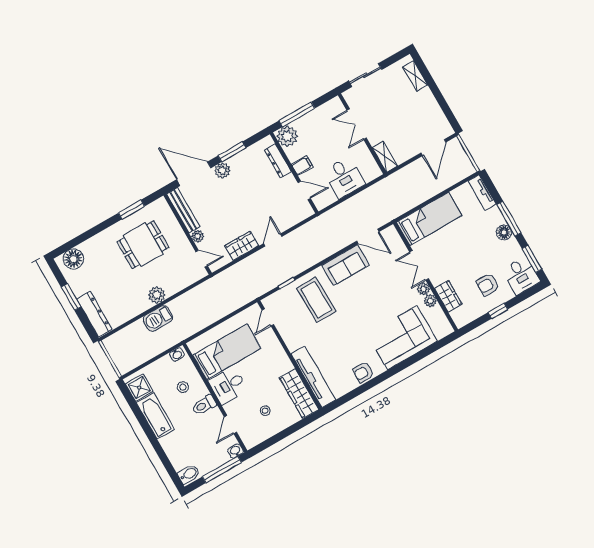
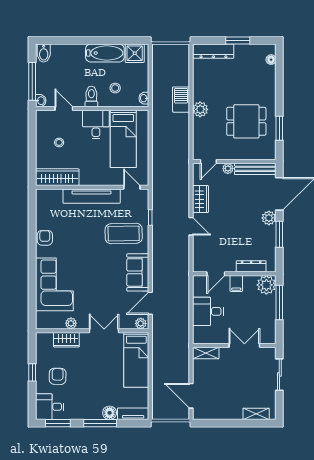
floor lamp: (504, 232) -> (110, 413), moved
dining table: (143, 245) -> (246, 121), turned 90
floor lamp: (73, 259) -> (271, 60), width x0.53, depth x0.53
plant: (424, 289) -> (141, 323), moved
tv unit: (313, 377) -> (92, 196), moved

